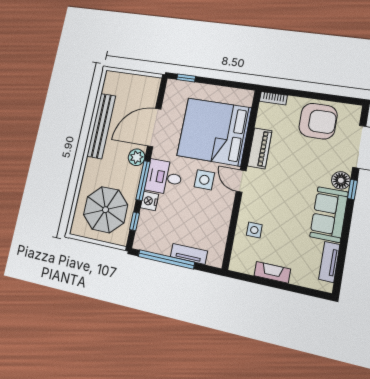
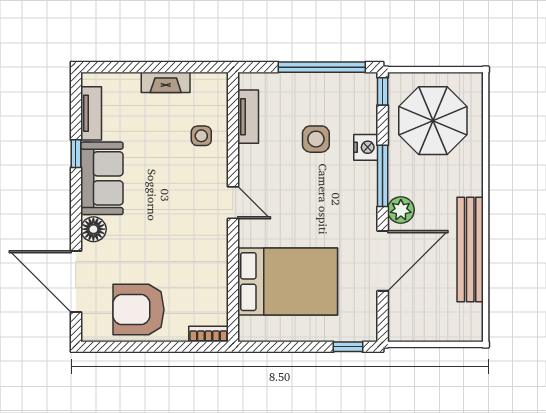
bed: (214, 132) -> (288, 282), width x0.73
piano: (260, 148) -> (215, 256), removed
desk: (164, 177) -> (351, 187), removed
side table: (204, 180) -> (316, 139), moved
window: (352, 190) -> (76, 154), moved
window: (134, 221) -> (383, 91), moved
tv unit: (189, 254) -> (248, 117), moved, turned -90

